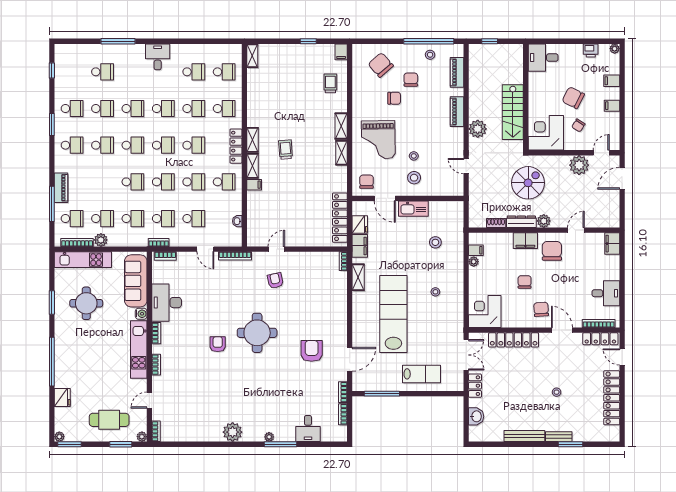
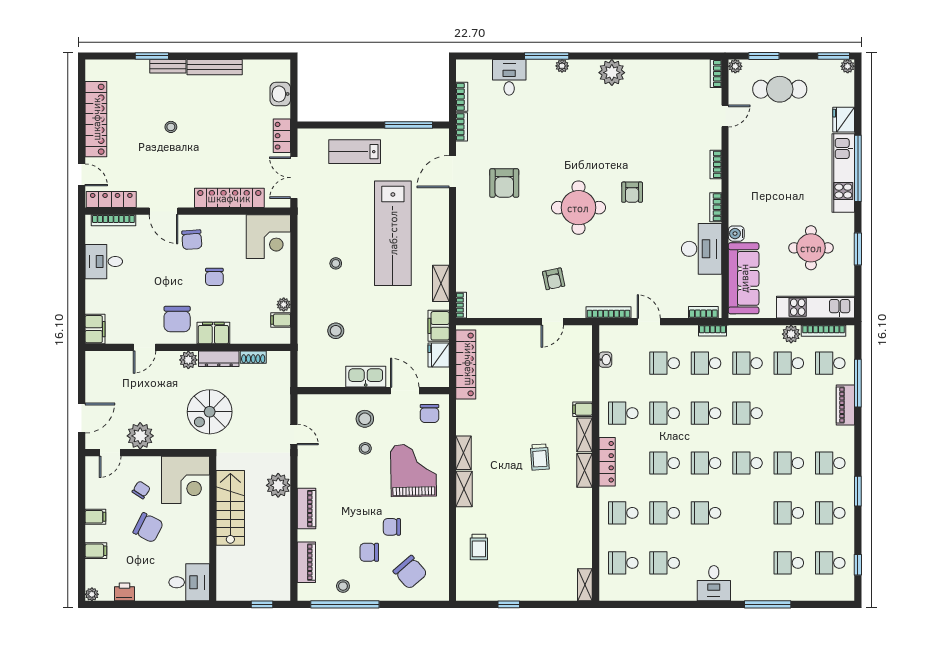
filing cabinet: (341, 52) -> (464, 590), removed
chair: (411, 80) -> (369, 552), turned 90
school desk: (133, 109) -> (830, 563), moved
kitchen unit: (139, 349) -> (843, 173), moved, turned 180

